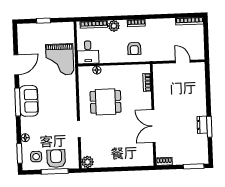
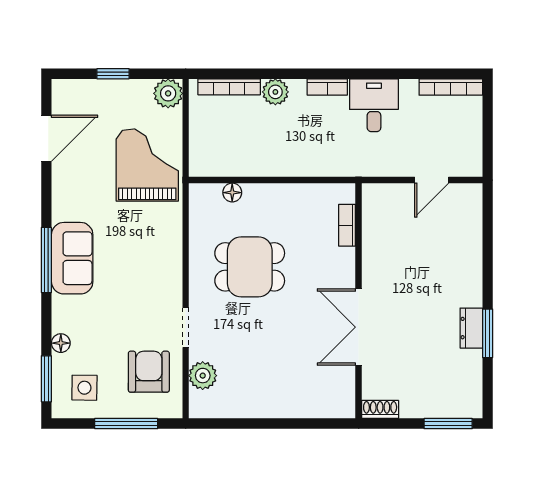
plant: (68, 28) -> (168, 93), added
armchair: (134, 48) -> (321, 146), removed
desk: (88, 52) -> (374, 105), moved, turned 180
grand piano: (60, 60) -> (147, 165), turned 180
door: (183, 61) -> (432, 180), swing flipped
door: (16, 65) -> (46, 138), moved
armchair: (56, 159) -> (149, 372), moved
plant: (87, 162) -> (203, 376), moved

